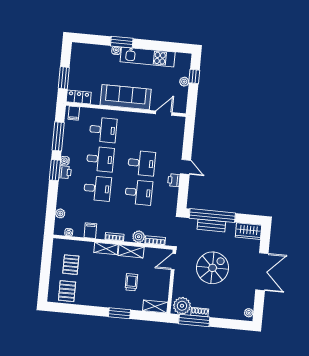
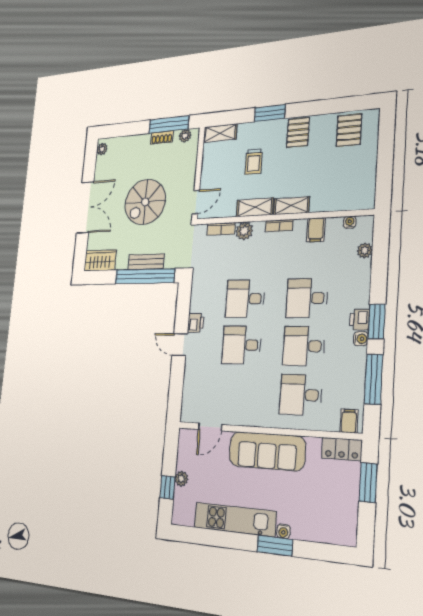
pallet: (71, 265) -> (298, 132), moved
double door: (262, 272) -> (85, 207), swing flipped
plant: (182, 306) -> (185, 136), width x0.53, depth x0.53

